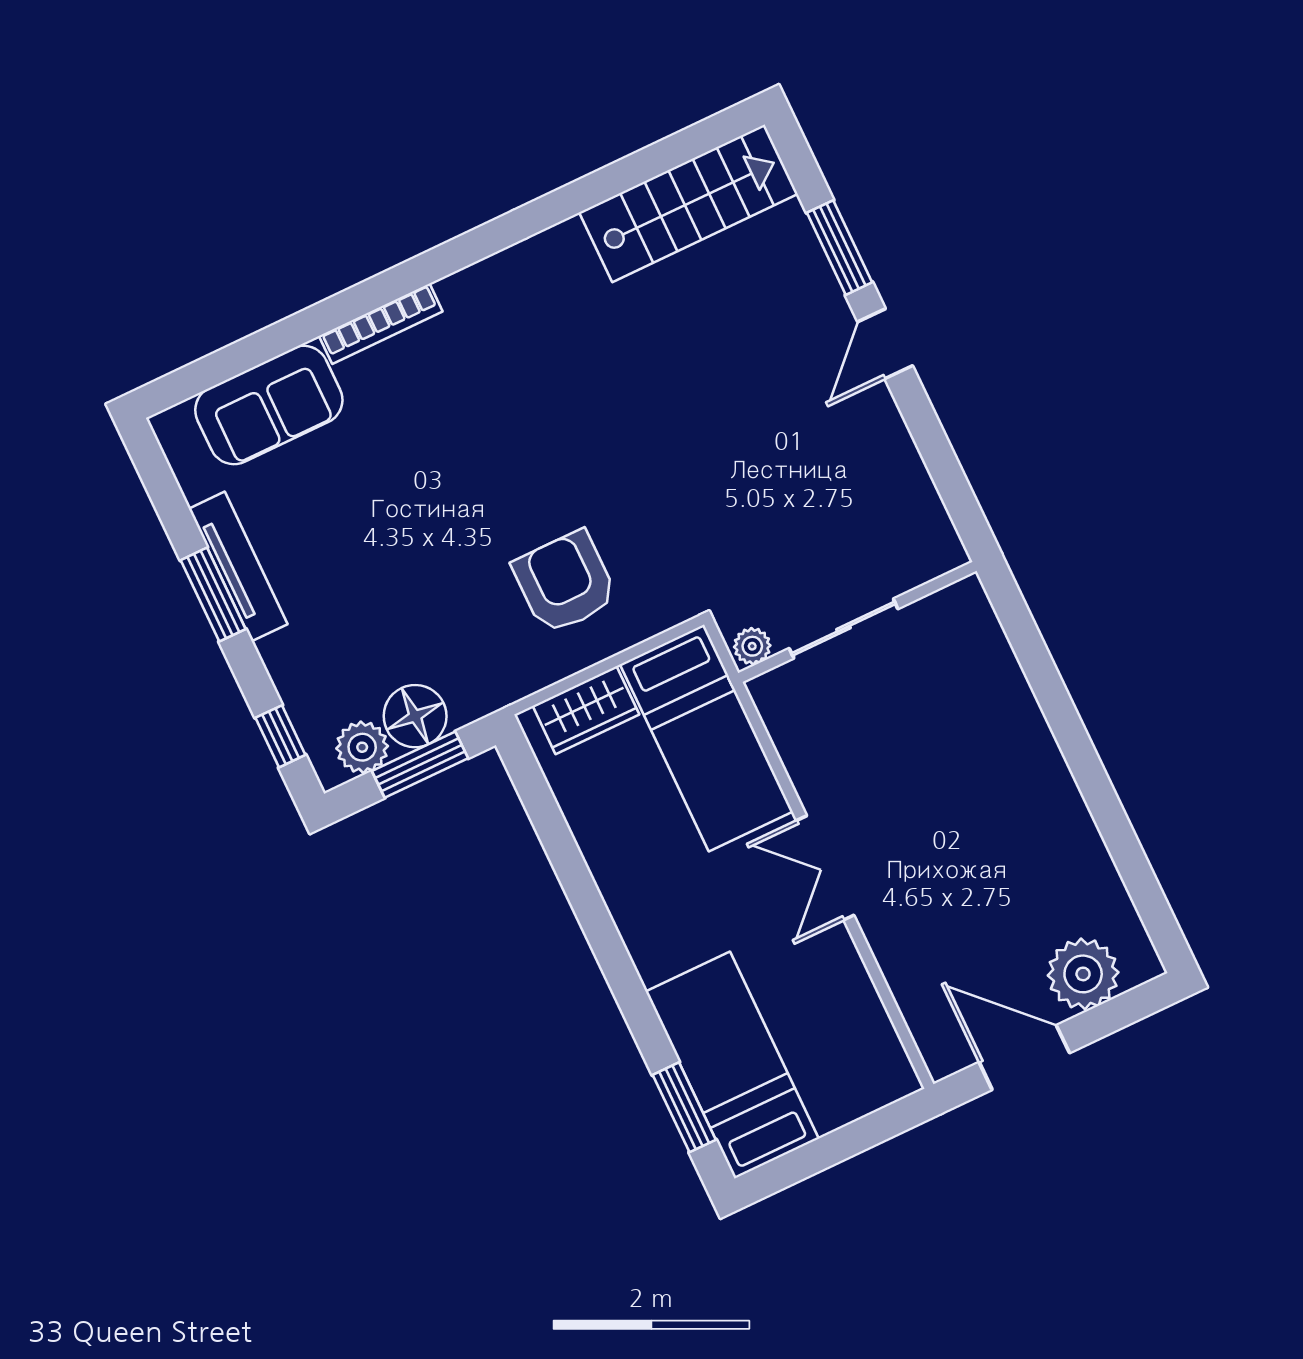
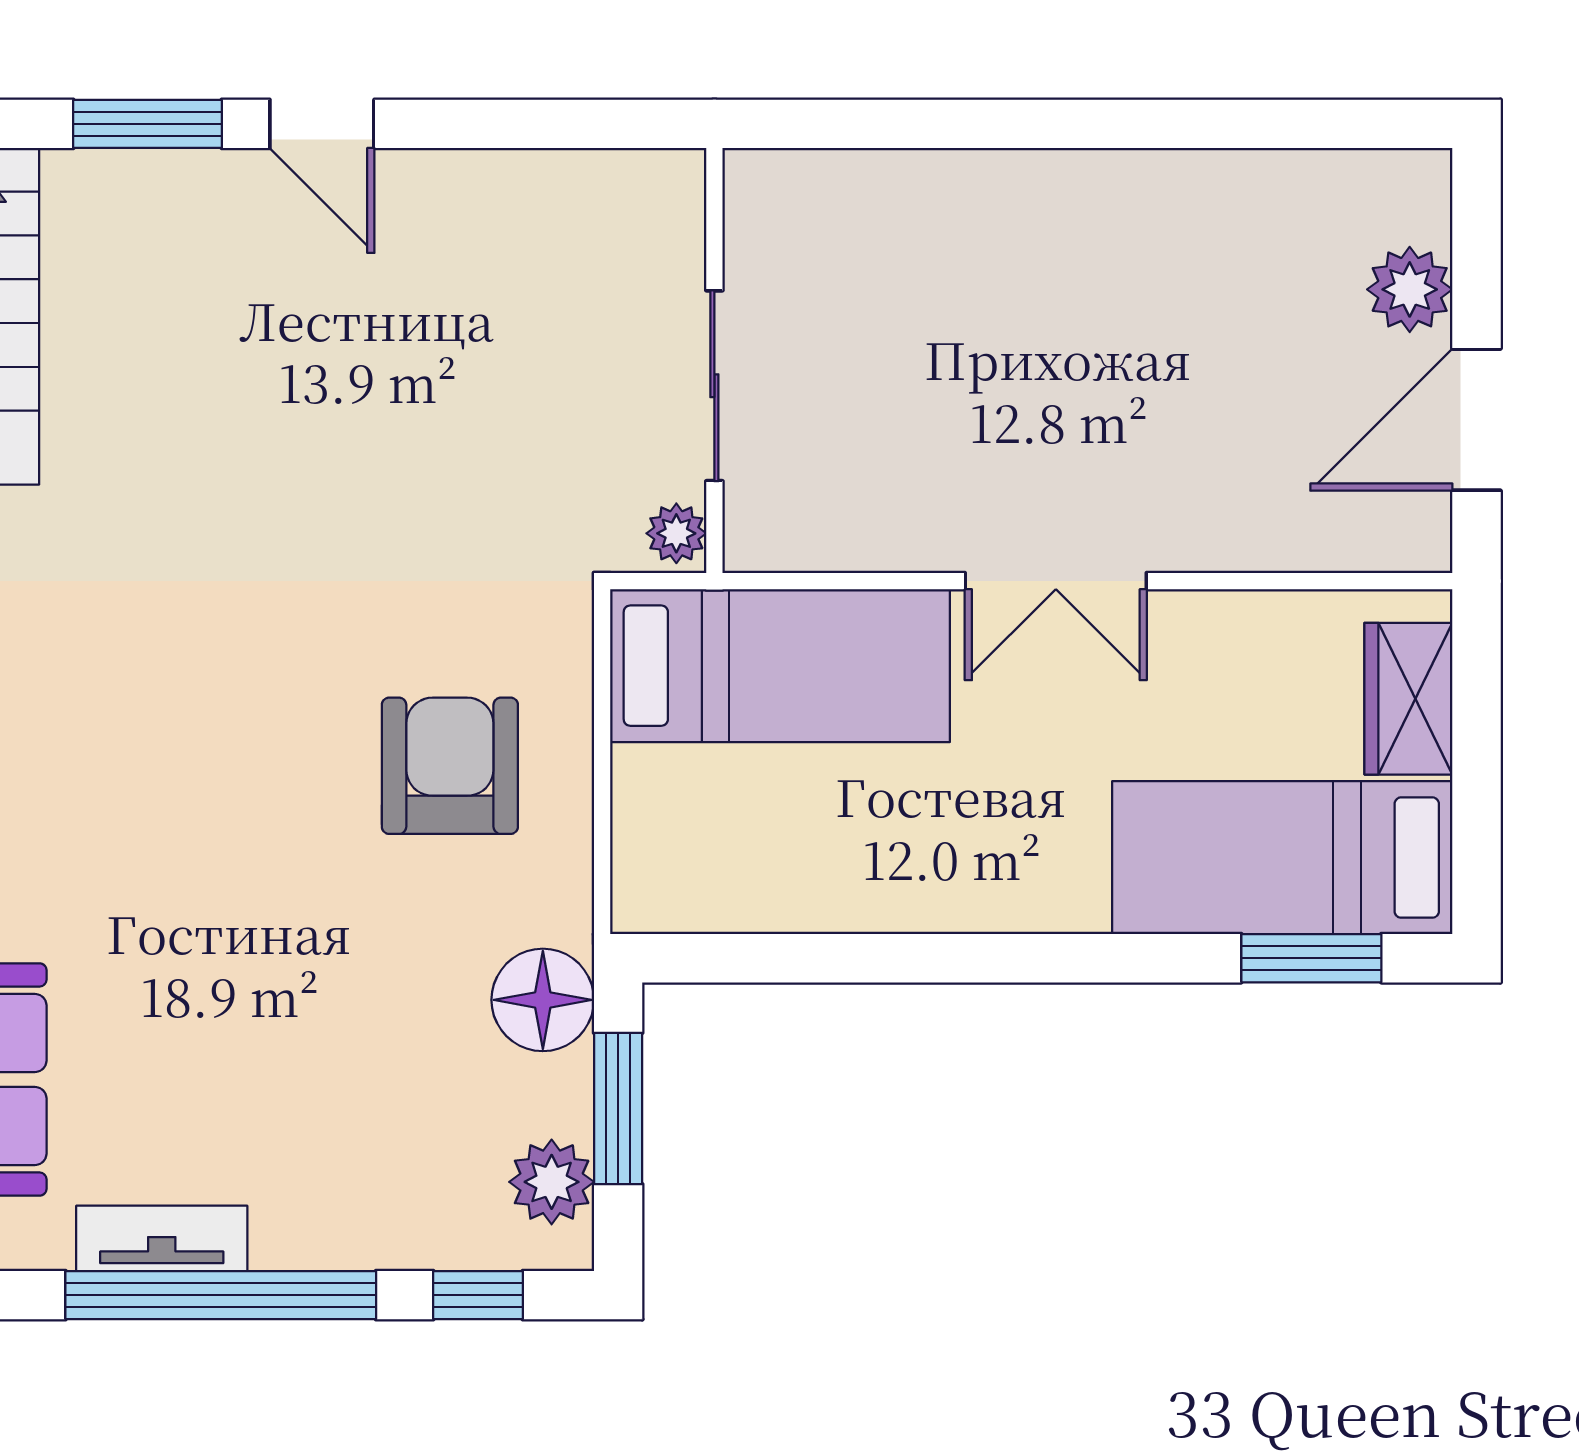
tv unit: (238, 566) -> (162, 1238), width x0.71
armchair: (565, 582) -> (450, 766), turned 90
window: (213, 595) -> (221, 1295), width x2.11
wardrobe: (586, 710) -> (1408, 699), moved, turned 180
floor lamp: (415, 716) -> (543, 1000), moved
plant: (1083, 974) -> (1410, 289), width x0.73, depth x0.73

